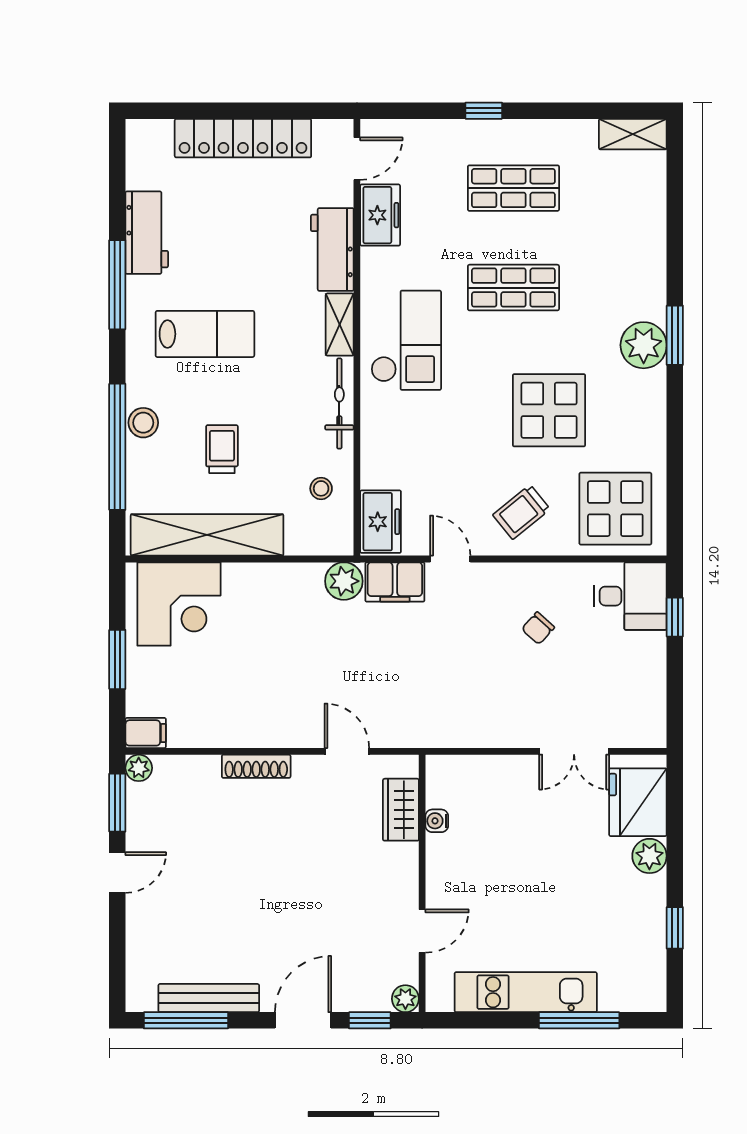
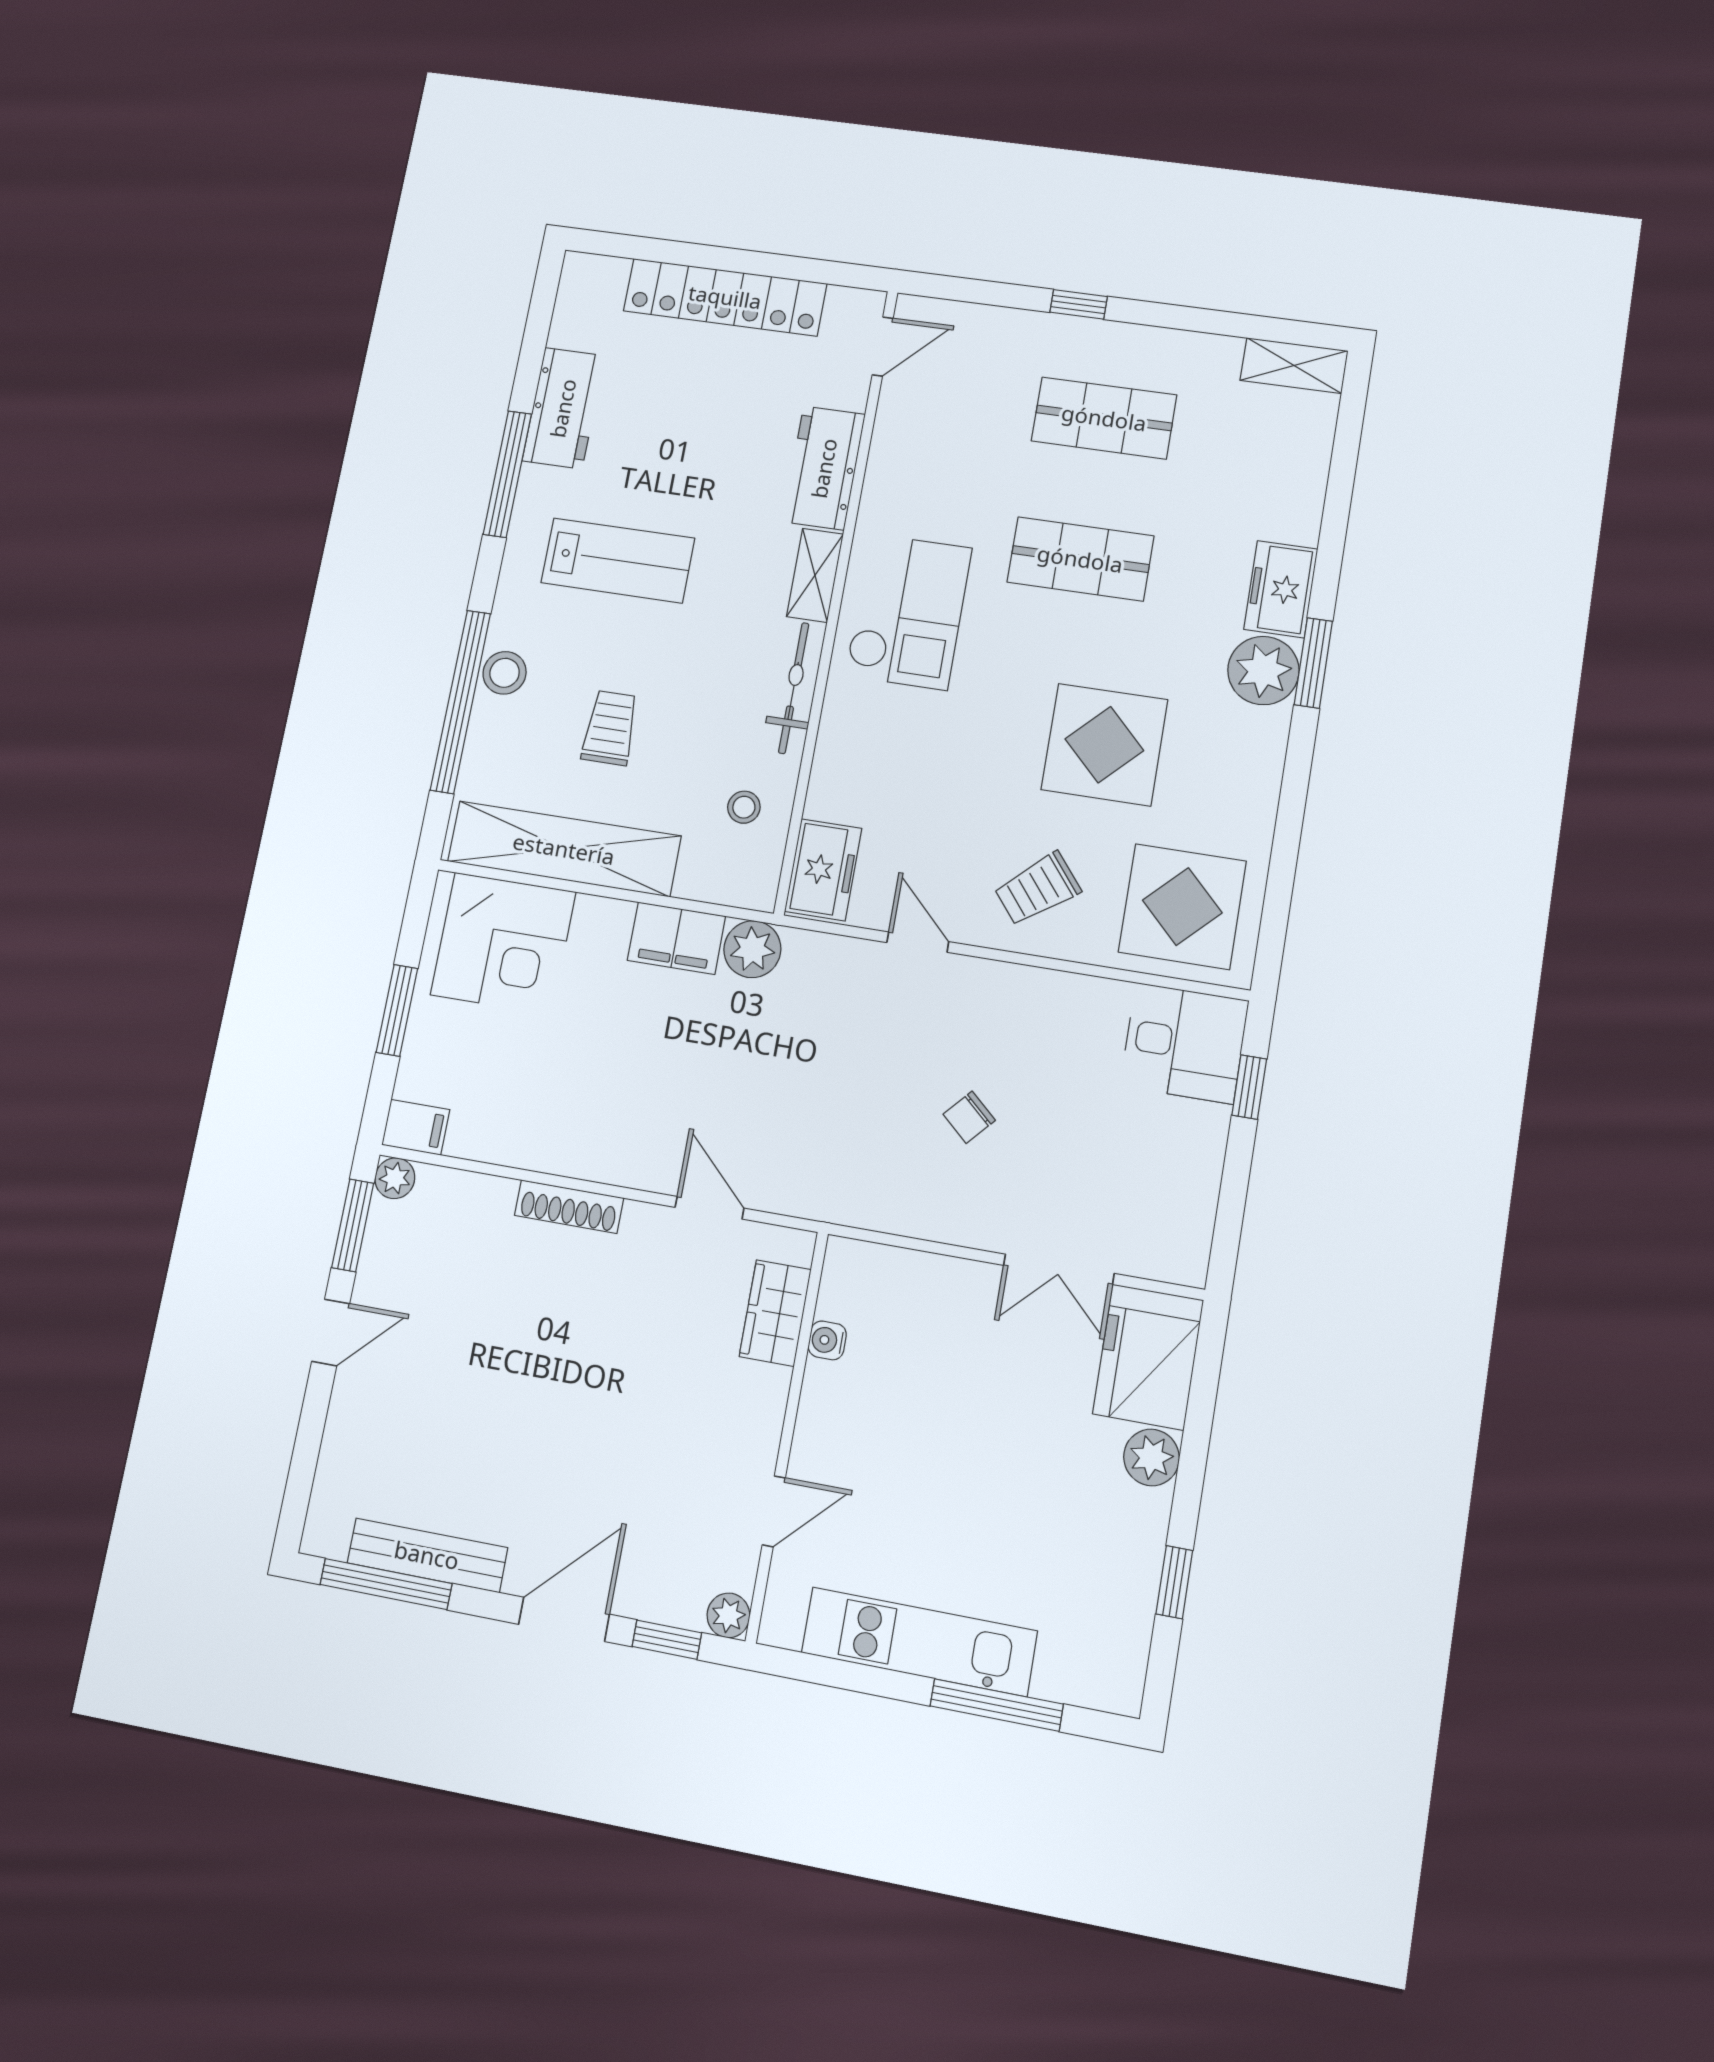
freezer: (380, 215) -> (1281, 589), moved, turned 180
filing cabinet: (395, 582) -> (676, 938), moved
chair: (538, 628) -> (969, 1117), moved

